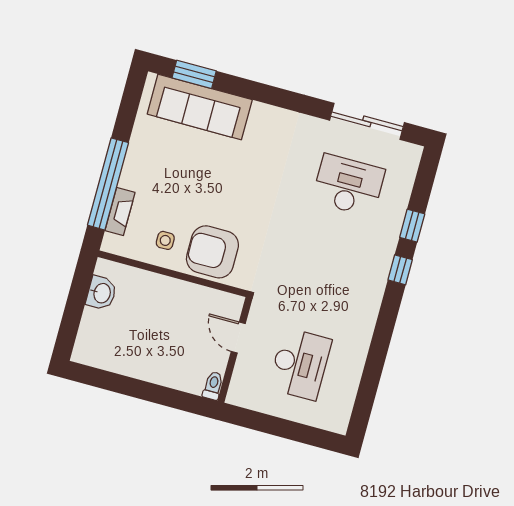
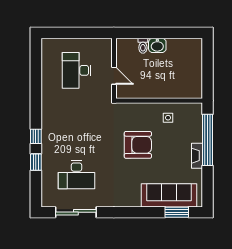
fireplace: (120, 211) -> (197, 156), moved
armchair: (212, 252) -> (138, 145), moved
washbasin: (101, 293) -> (157, 45), moved, turned -90
toilet: (213, 386) -> (143, 46), moved

